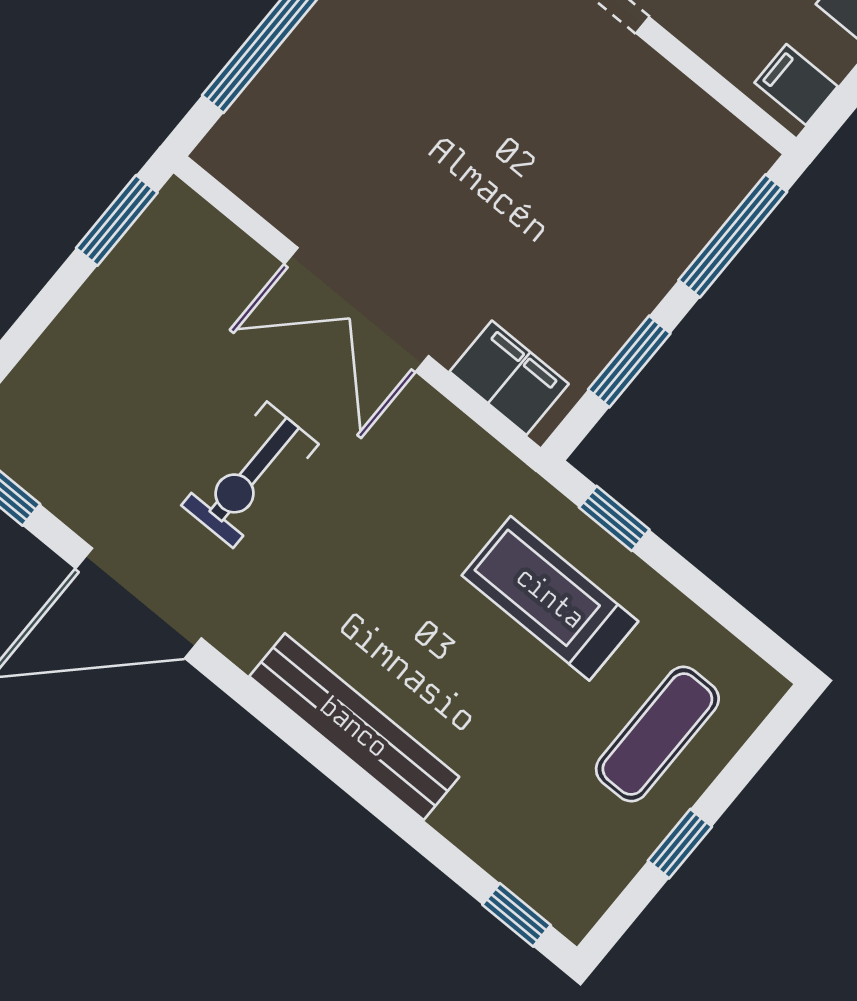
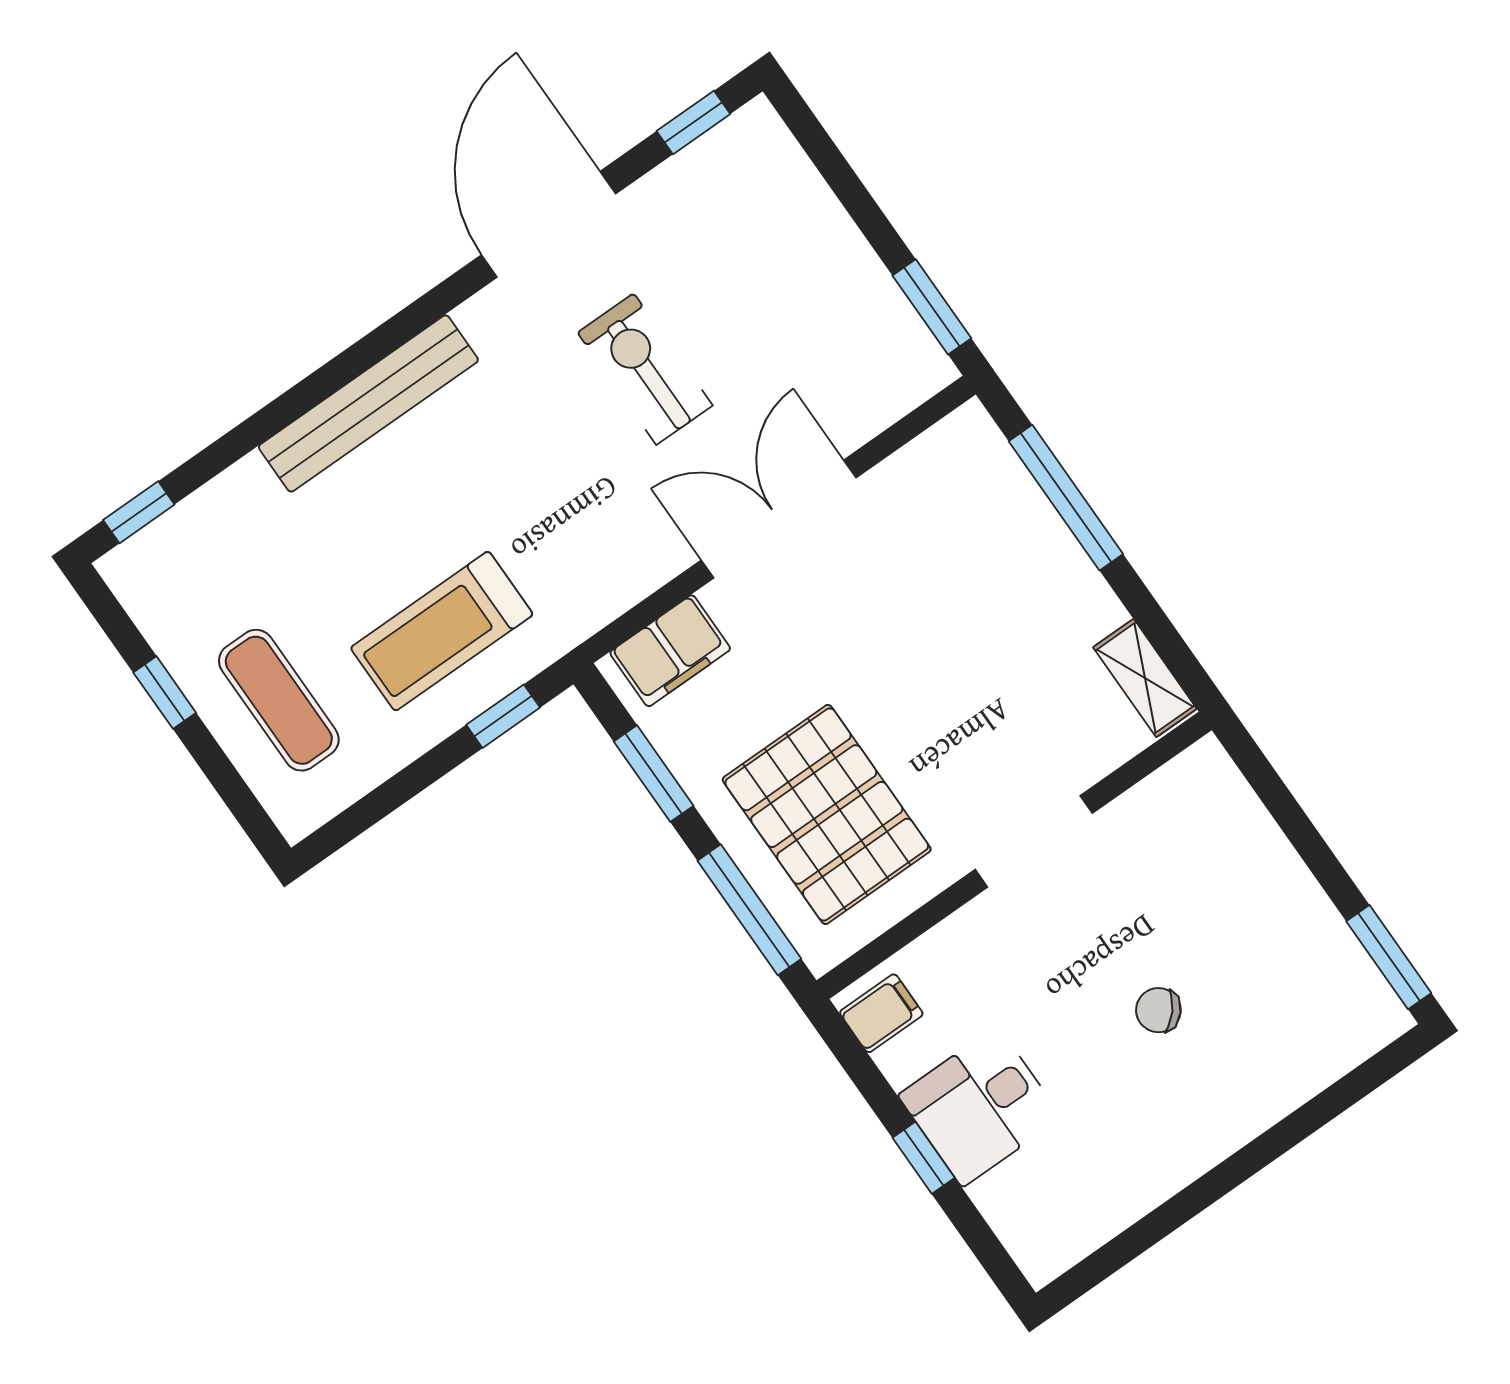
pallet: (623, 188) -> (827, 814), added
treadmill: (550, 598) -> (442, 631), turned 180

